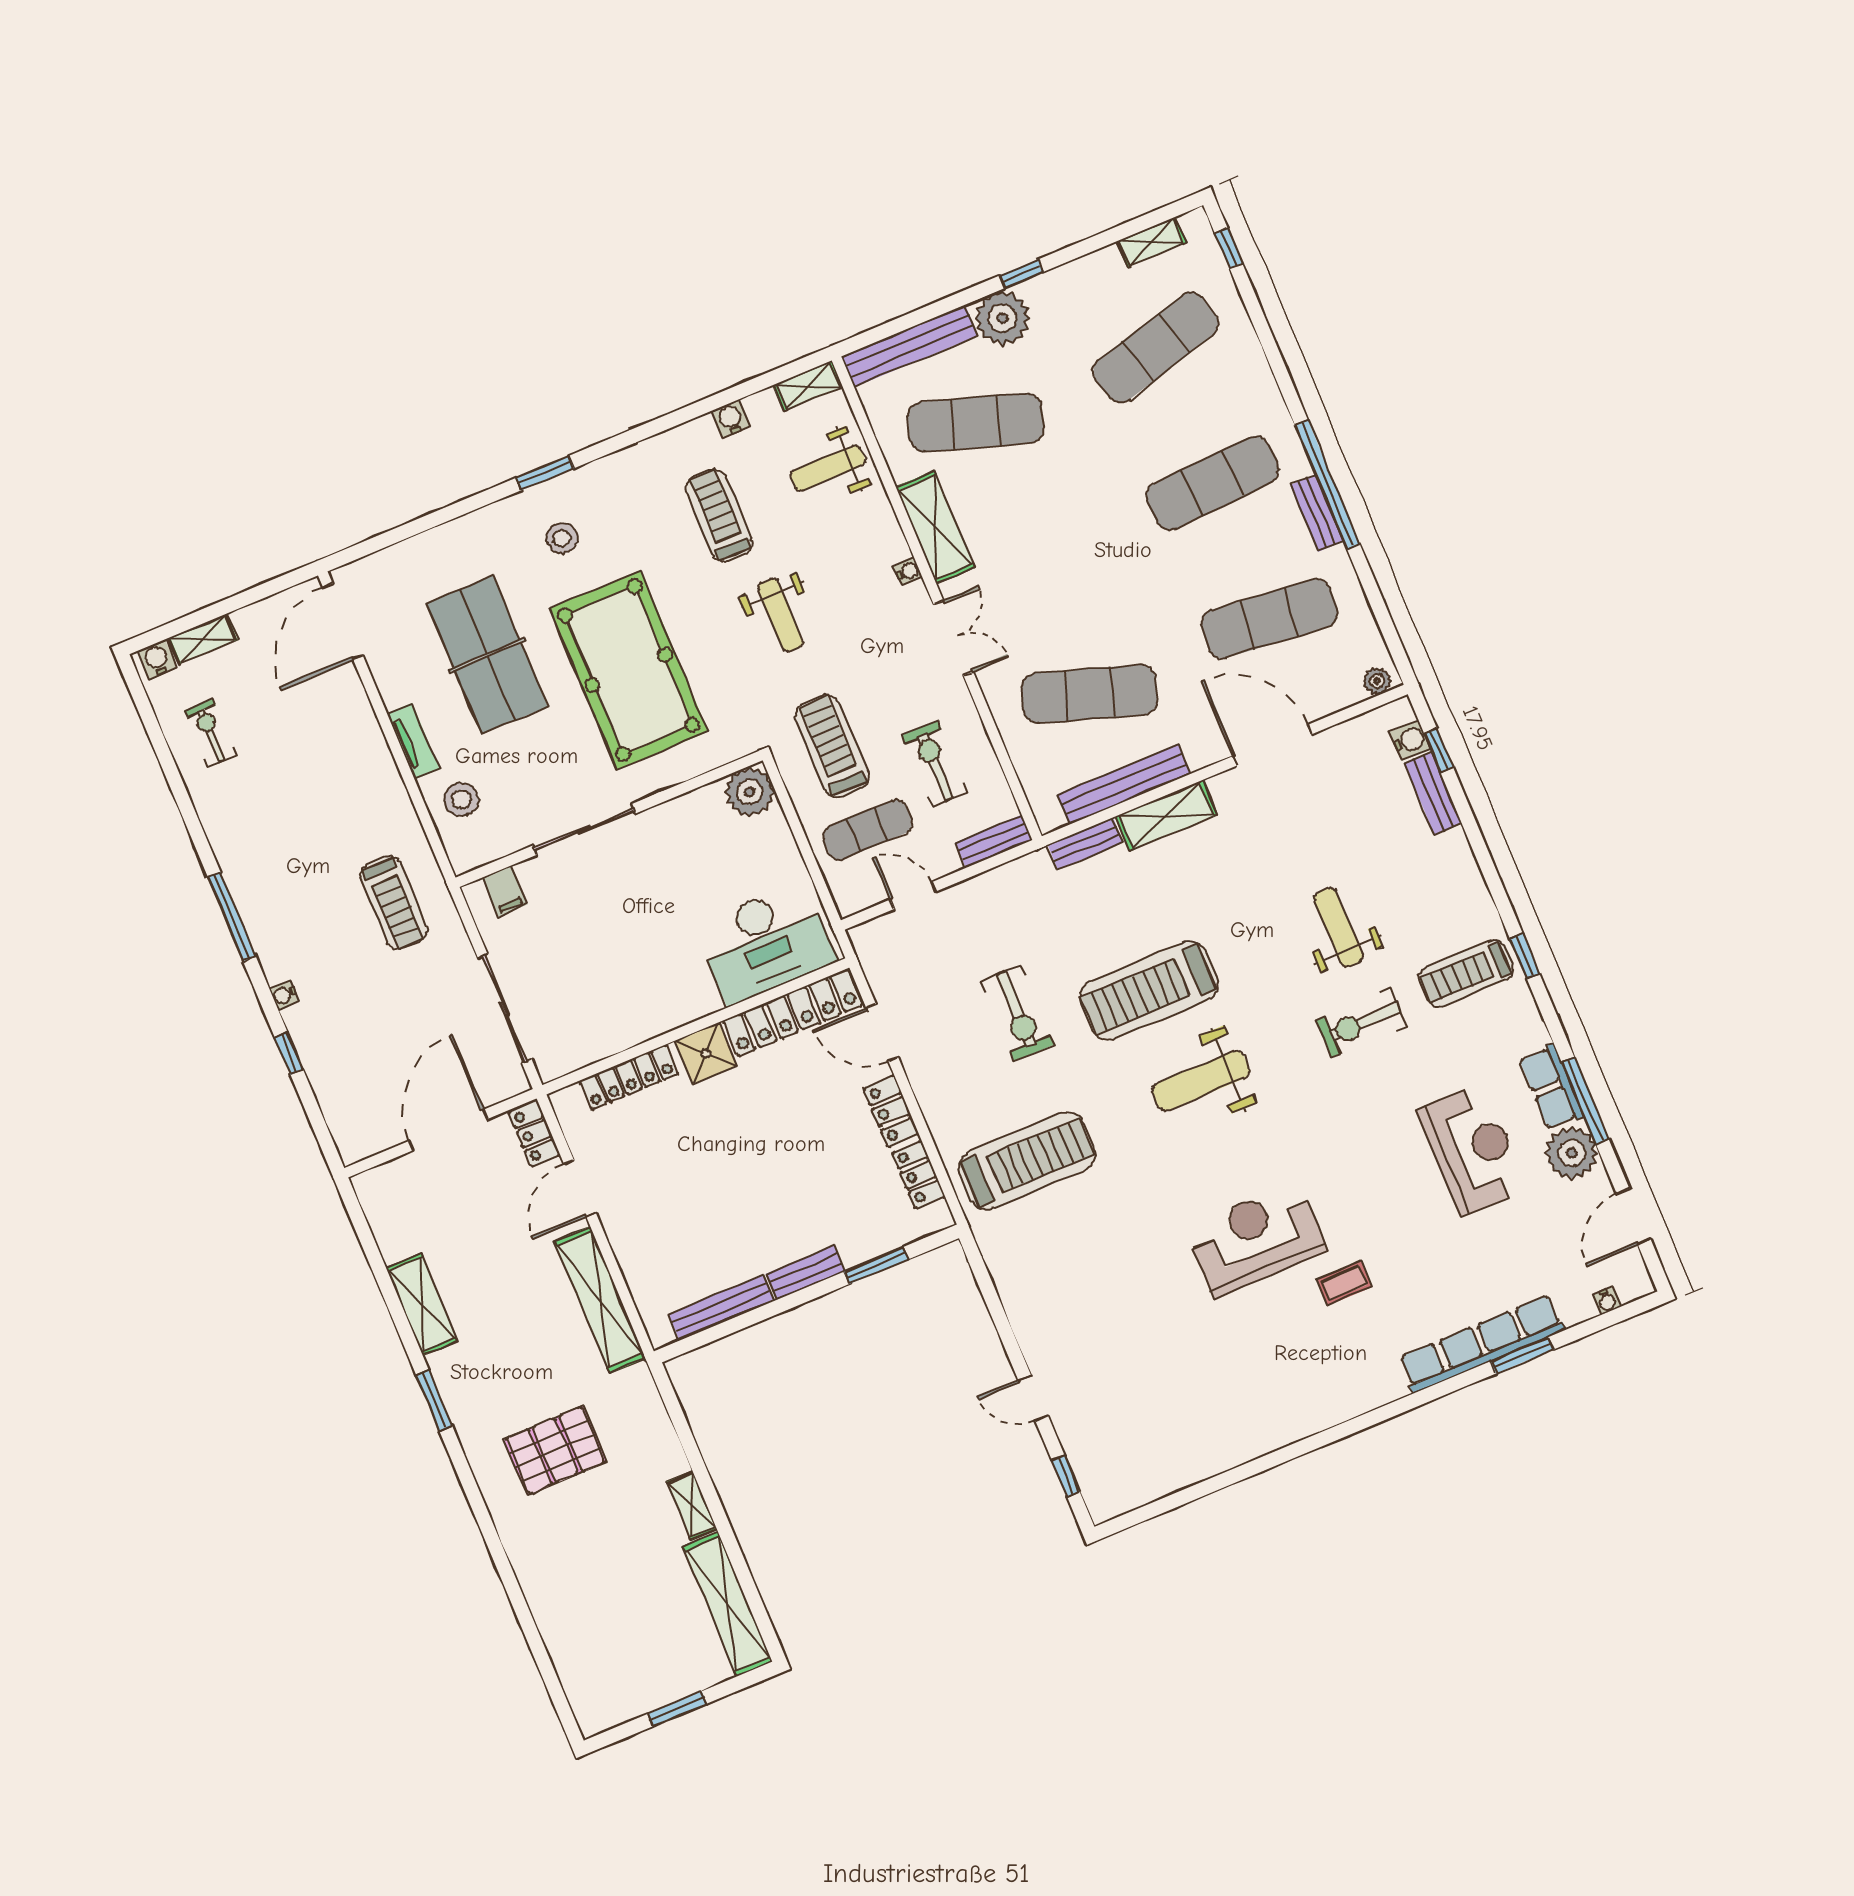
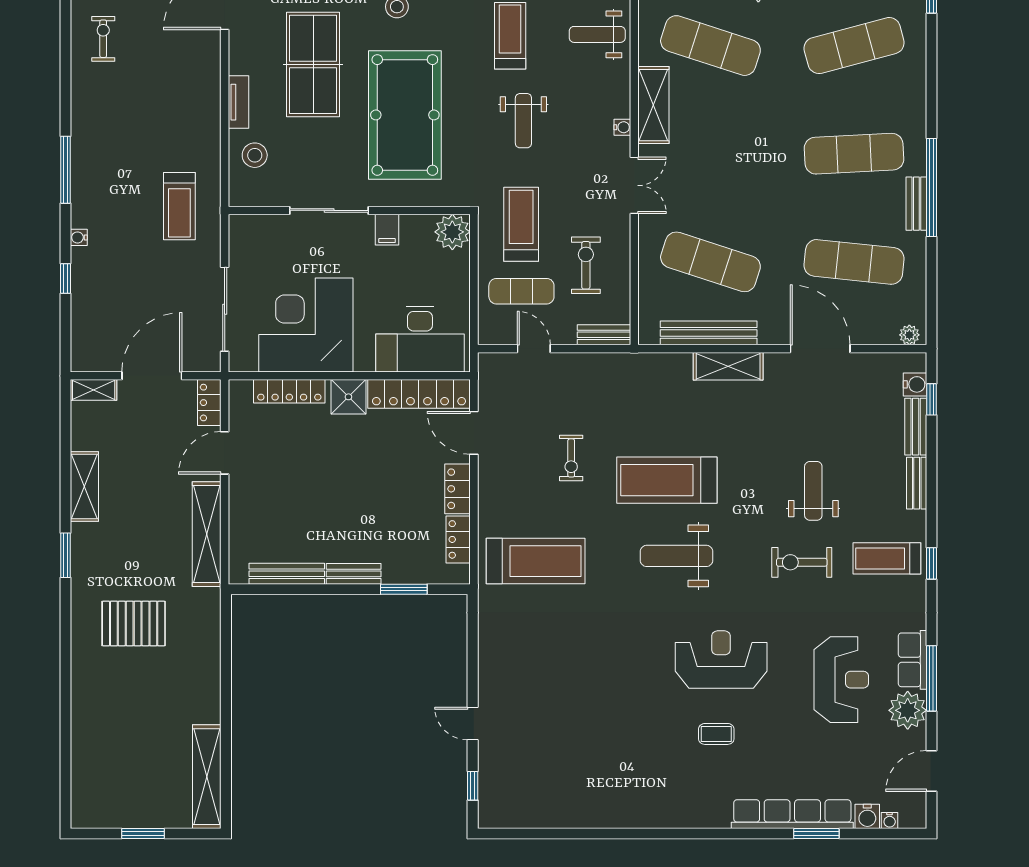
bench: (1085, 844) -> (917, 483), moved, turned 90
filing cabinet: (505, 891) -> (387, 230), moved
corner desk: (615, 985) -> (306, 325), added
exercise bike: (1017, 1013) -> (571, 458), width x0.73, depth x0.72
reception desk: (1256, 1239) -> (721, 660), moved
water cooler: (1577, 1307) -> (867, 816), added
shelving: (692, 1505) -> (94, 390), moved, turned 90

